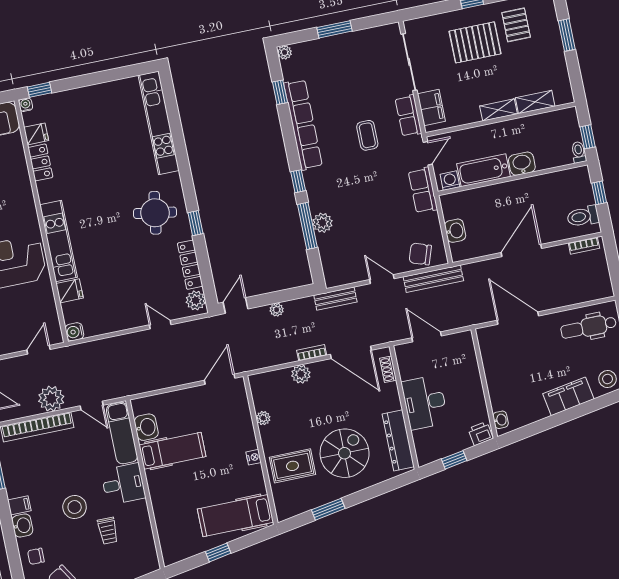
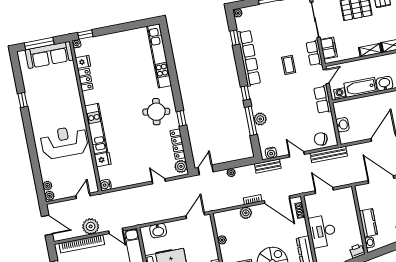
water cooler: (340, 277) -> (271, 153), added
kitchen counter: (498, 388) -> (368, 223), added
washbasin: (146, 427) -> (158, 231), moved, turned 90

